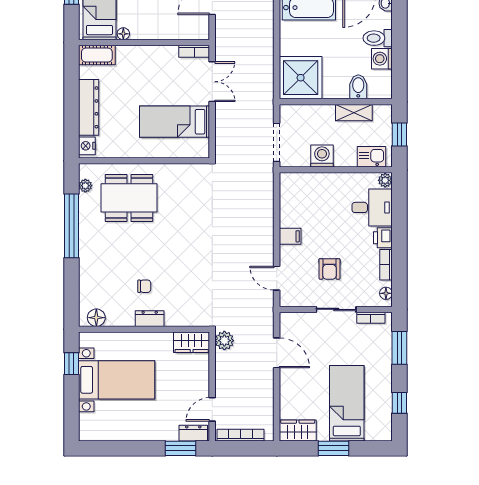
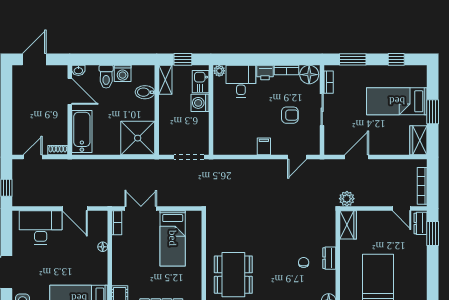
floor lamp: (123, 34) -> (103, 247), moved
shelving: (354, 113) -> (165, 80), moved
washing machine: (322, 156) -> (200, 103), moved
floor lamp: (386, 293) -> (309, 75), width x1.89, depth x1.89

